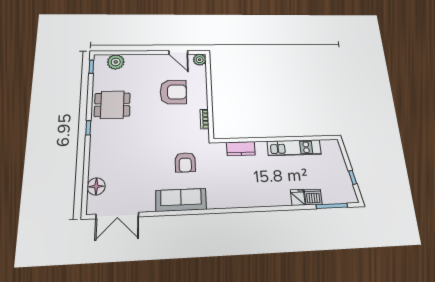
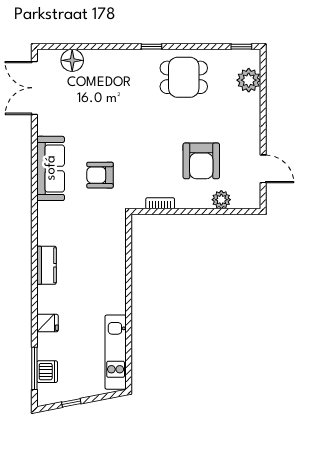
door: (178, 52) -> (263, 169), swing flipped
plant: (200, 60) -> (221, 200), moved
dining table: (112, 105) -> (184, 77), turned 90
kitchen unit: (294, 148) -> (116, 352), moved
kitchen counter: (241, 149) -> (46, 265), moved, turned 180
dishwasher: (313, 197) -> (47, 372), moved

